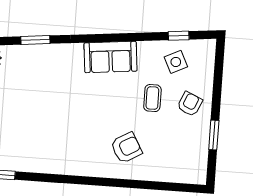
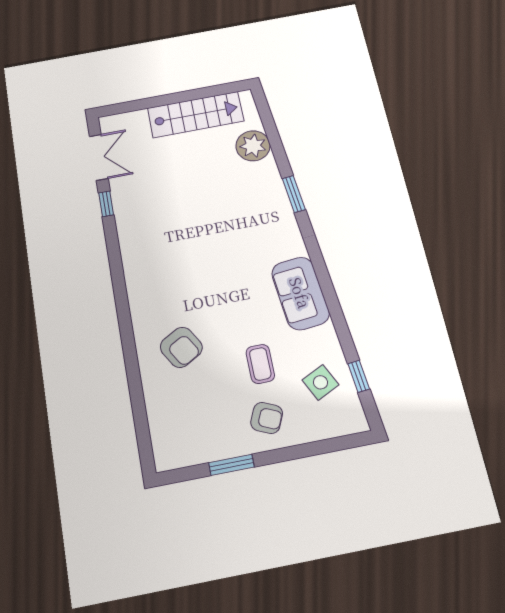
coffee table: (152, 98) -> (260, 364), turned 90

